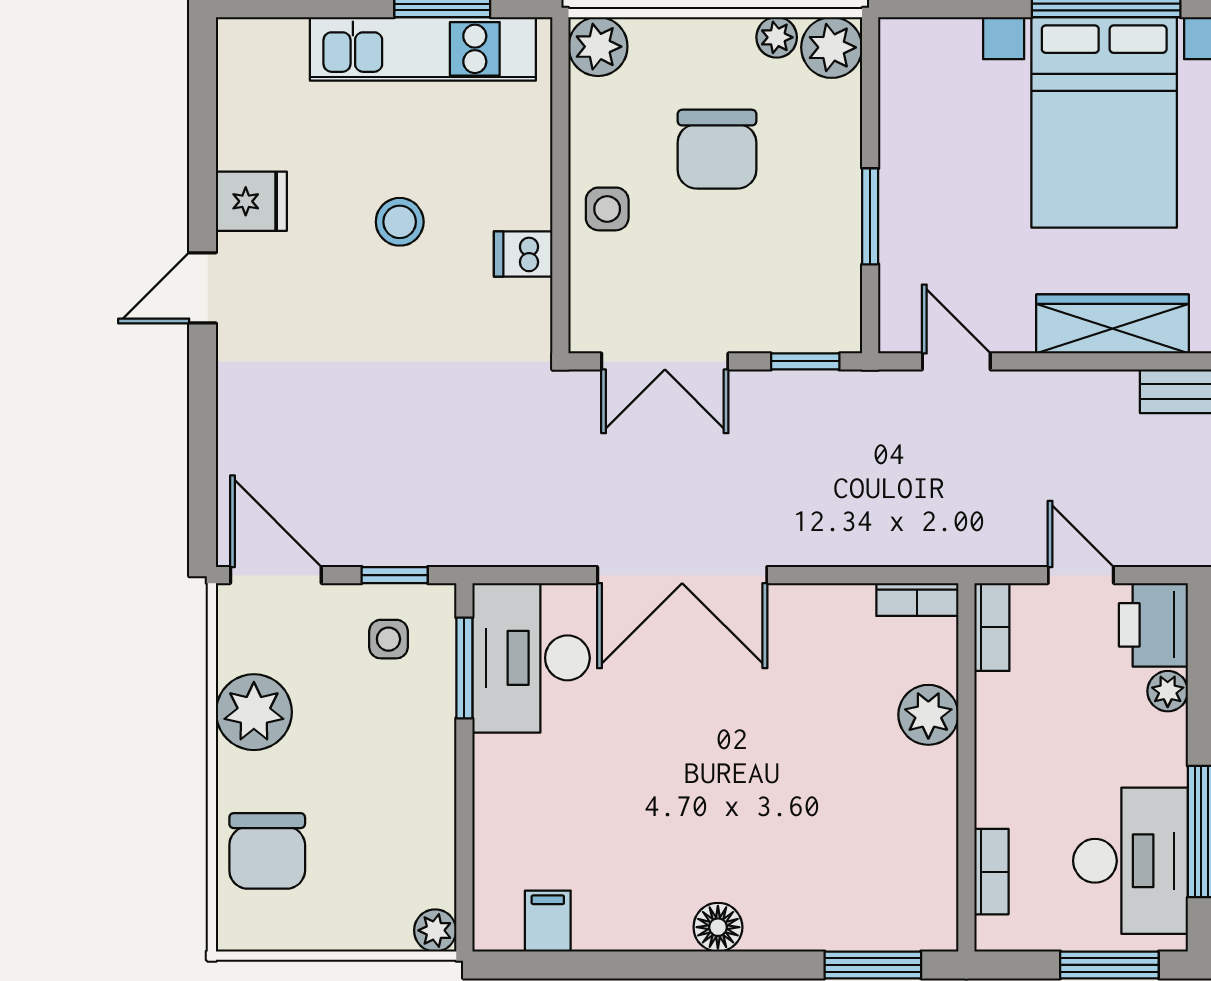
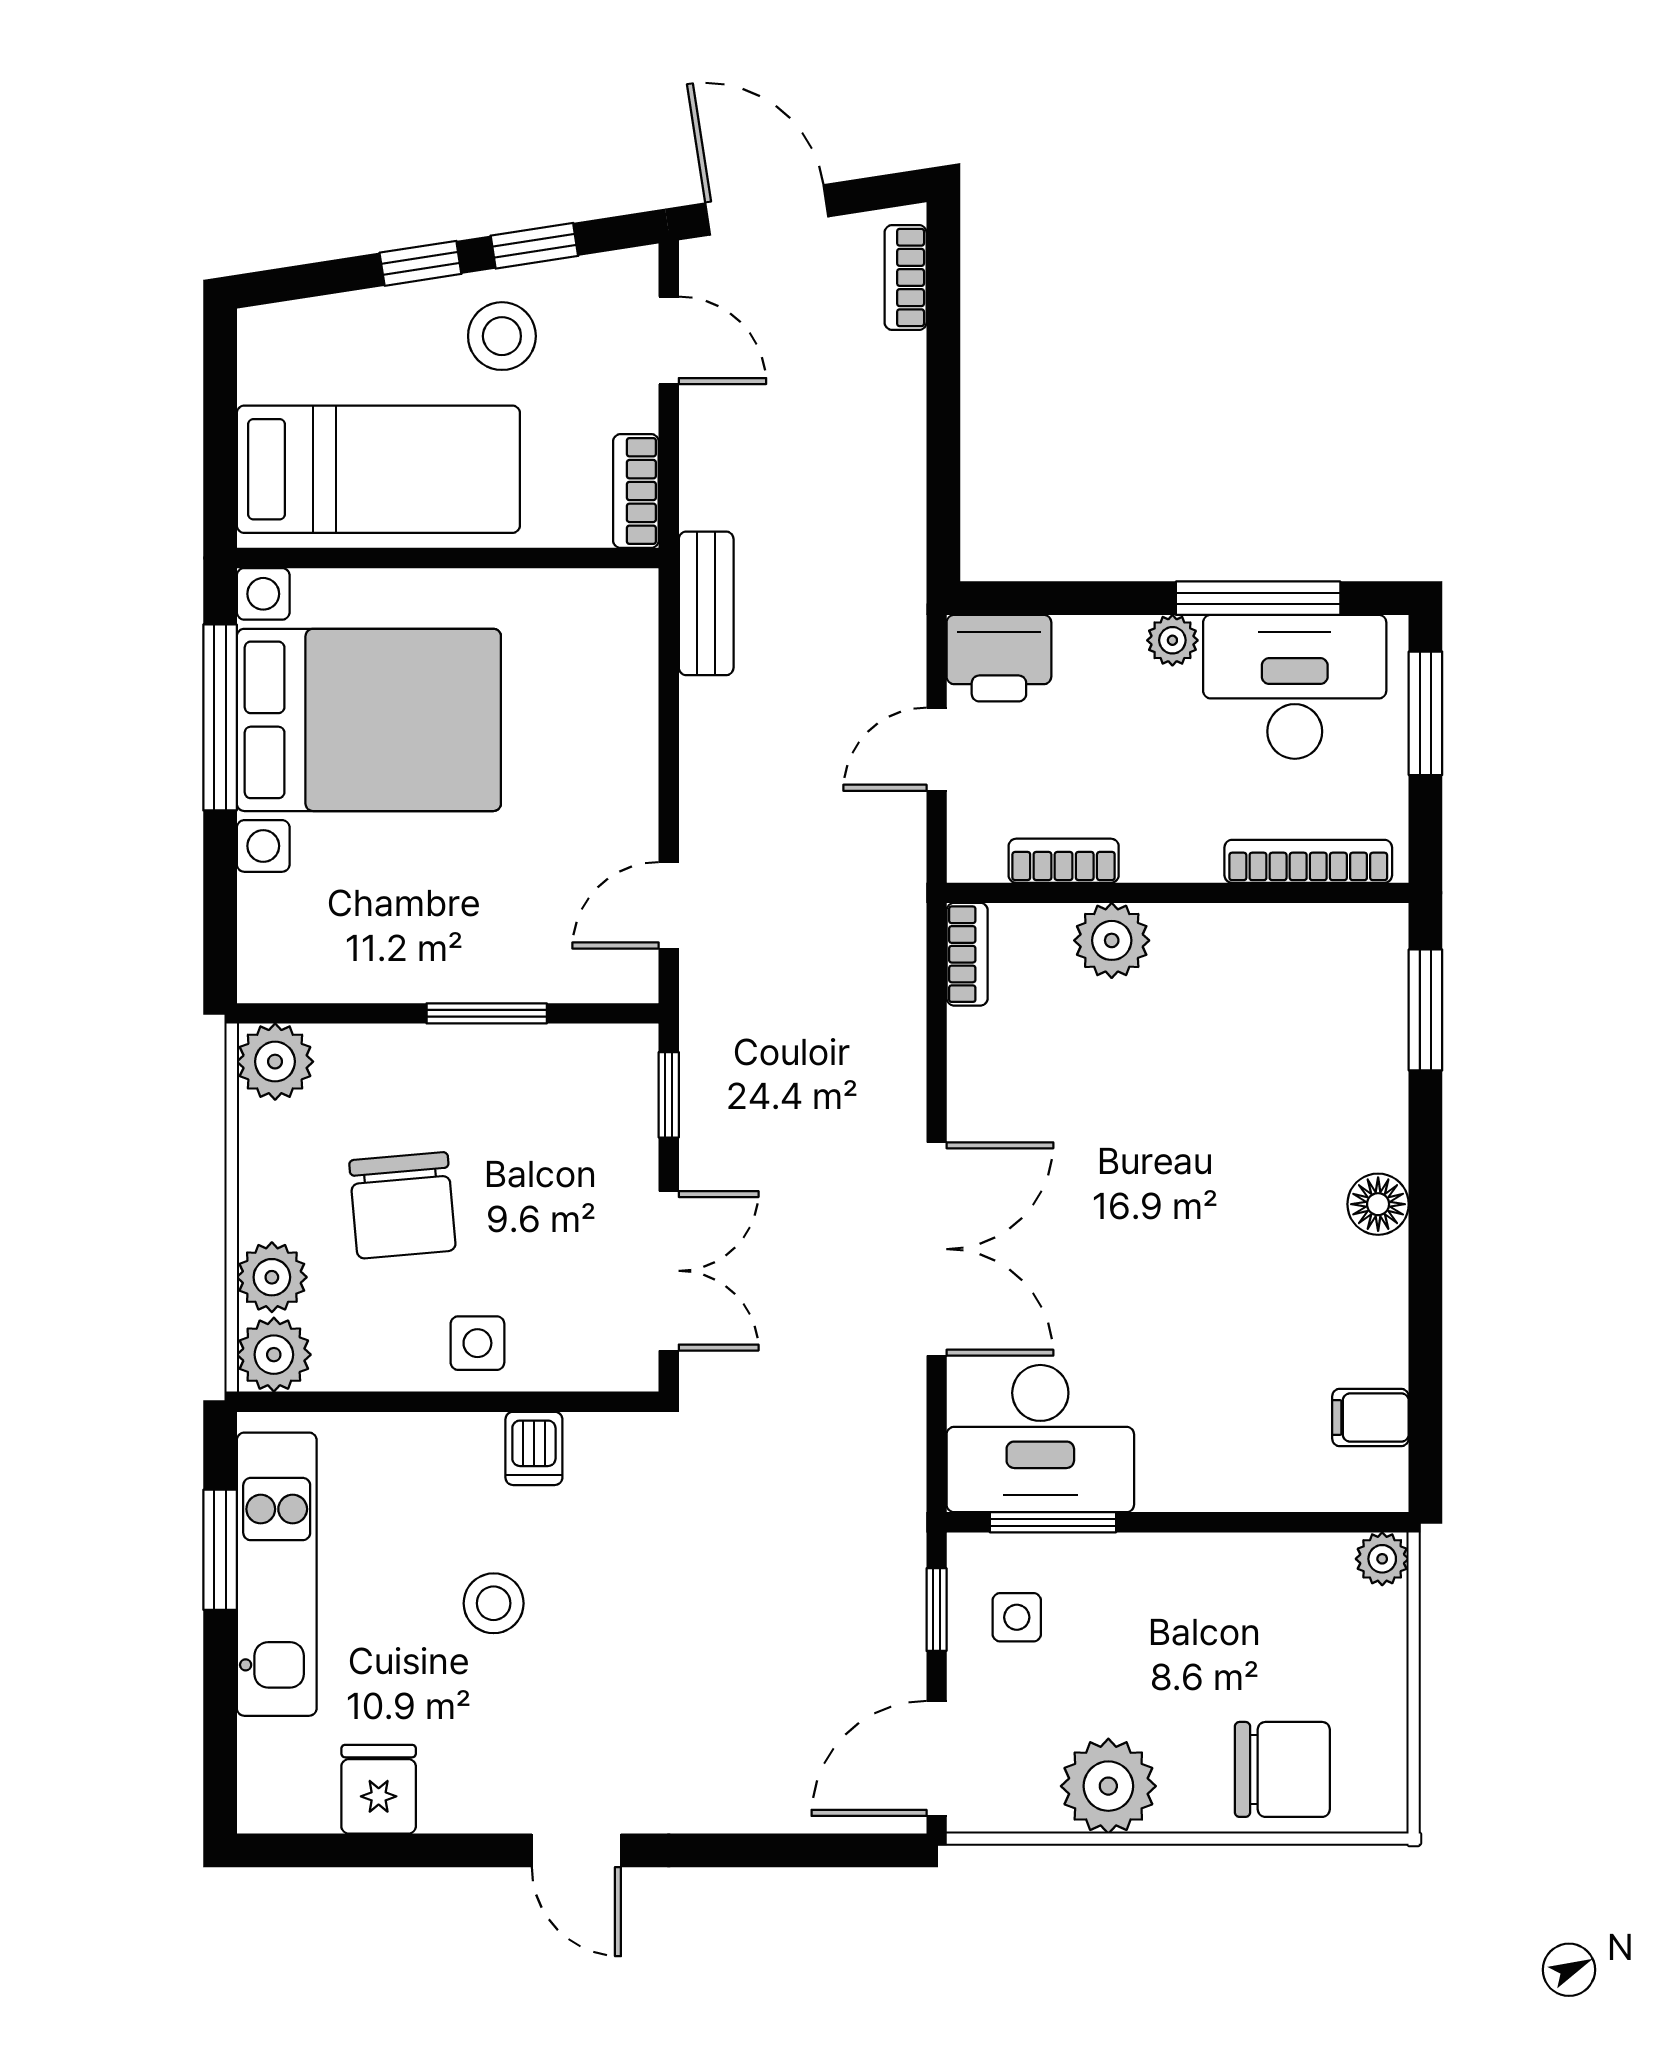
plant: (777, 37) -> (272, 1277), moved, width x1.38, depth x1.38
chair: (717, 149) -> (403, 1205), turned 85
fridge: (251, 201) -> (379, 1789), moved
wardrobe: (1112, 324) -> (622, 709), removed
bookcase: (992, 627) -> (1064, 861), moved
plant: (1168, 691) -> (1172, 640), moved
bookcase: (991, 872) -> (1308, 861), width x1.56

